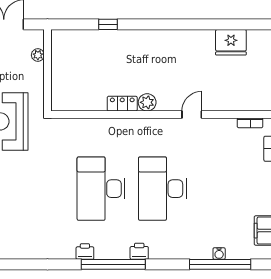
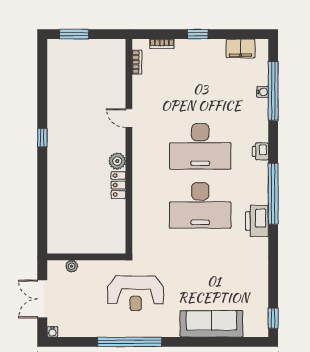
window: (108, 24) -> (42, 138), moved
fridge: (231, 42) -> (59, 80), removed
printer: (85, 251) -> (257, 221), width x1.87, depth x1.48
printer: (139, 251) -> (260, 151), moved

